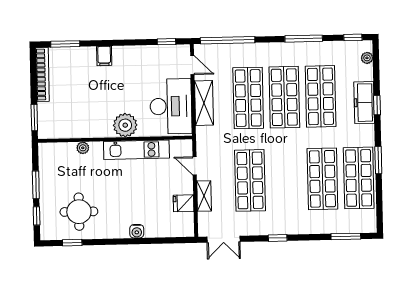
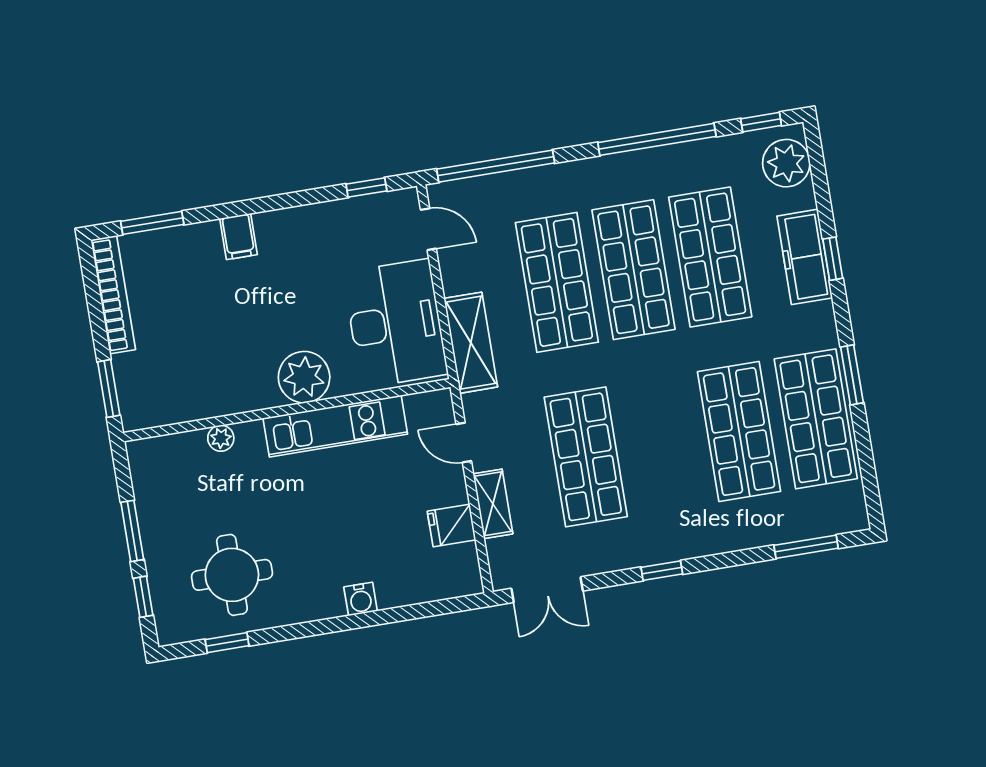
window: (304, 39) -> (657, 139), width x1.46
plant: (367, 58) -> (786, 163), width x1.87, depth x1.87
shelving: (204, 103) -> (471, 343), moved

